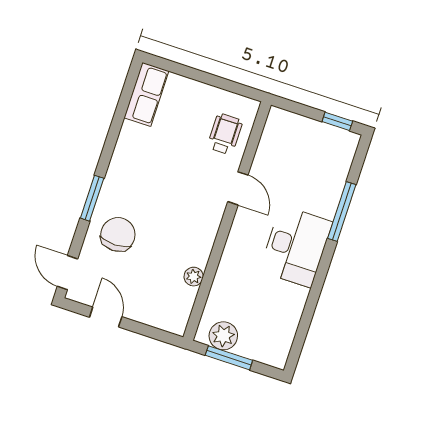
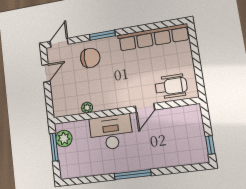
row of seats: (146, 94) -> (153, 37), width x2.02
wheelchair: (225, 134) -> (171, 86), width x1.36, depth x1.37
window: (342, 212) -> (133, 175), moved
desk: (296, 246) -> (111, 132), moved, turned 180

